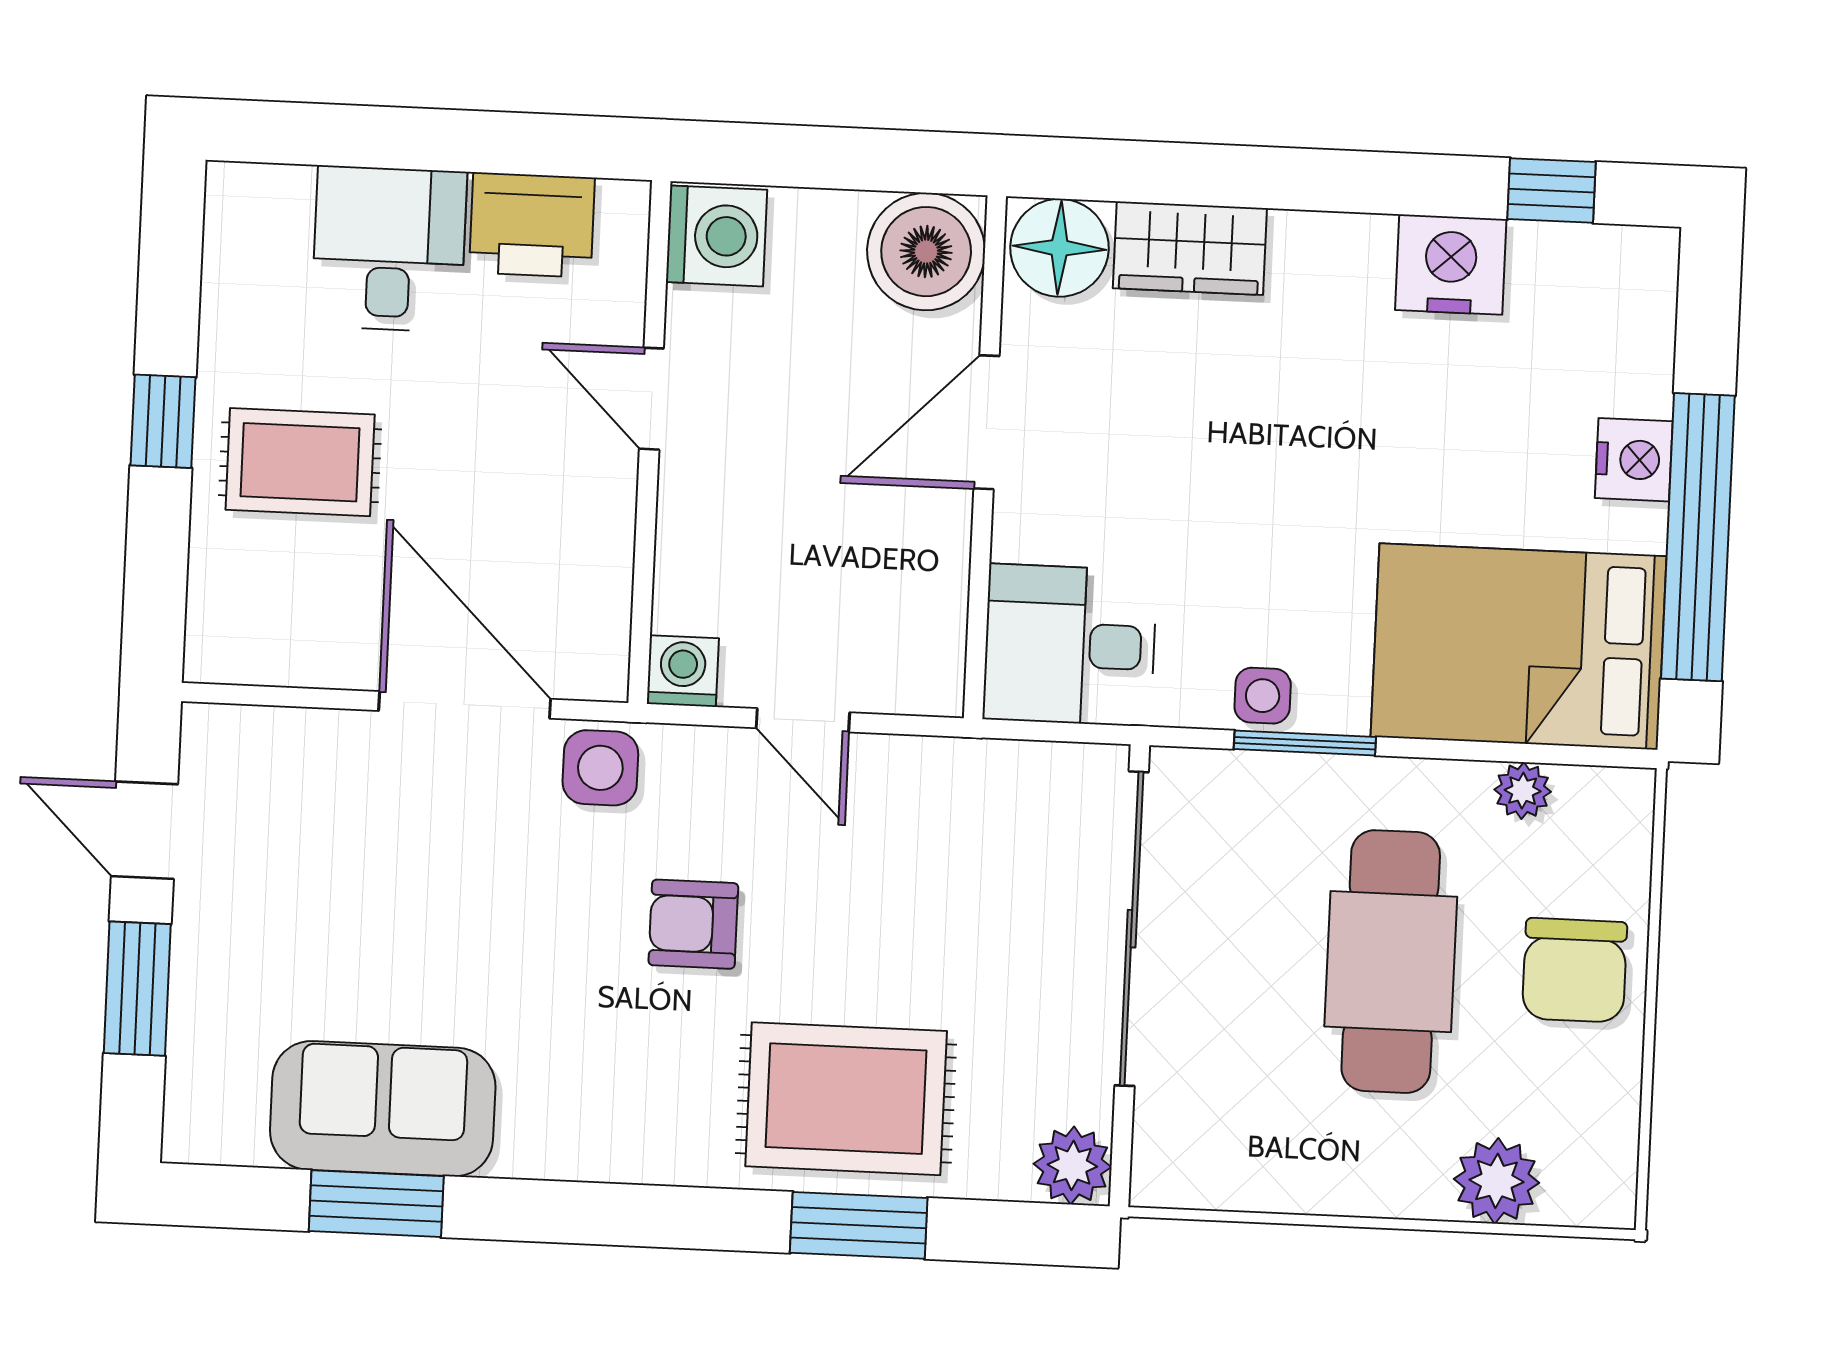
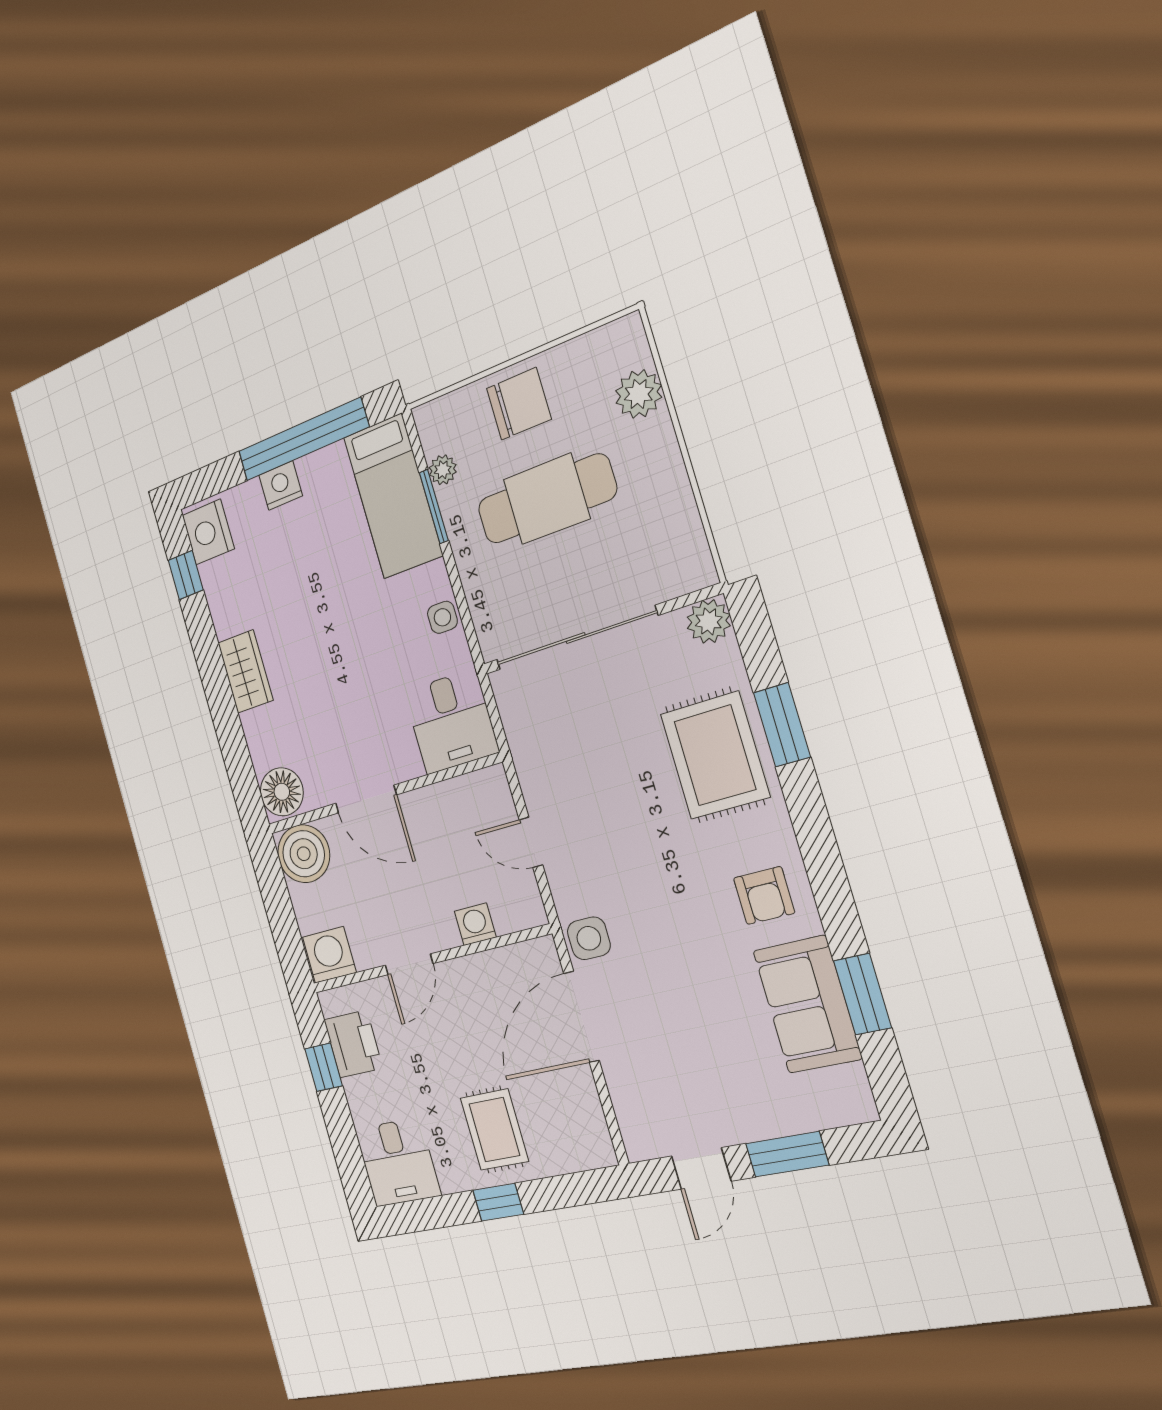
window: (503, 143) -> (324, 1067), added
wardrobe: (1190, 248) -> (245, 671), moved
desk: (389, 249) -> (398, 1162), moved, turned -90
nightstand: (1451, 265) -> (208, 532), moved
bed: (1519, 647) -> (393, 496), width x0.67
washing machine: (683, 671) -> (475, 924), moved, turned 90
door: (803, 720) -> (531, 842), swing flipped
window: (1305, 743) -> (434, 506), moved
armchair: (693, 924) -> (764, 896), moved

